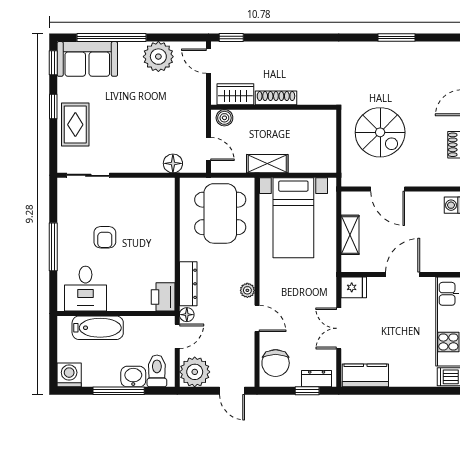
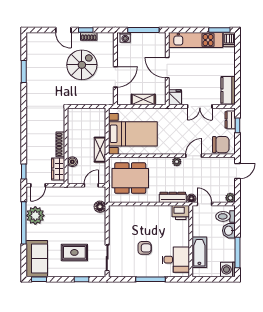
window: (112, 38) -> (24, 223), moved
window: (53, 107) -> (82, 279), moved
boiler: (224, 118) -> (72, 162), moved
rug: (75, 125) -> (74, 252), moved
spiral stairs: (380, 132) -> (82, 65), moved
plant: (195, 372) -> (230, 198), width x0.53, depth x0.53
window: (119, 391) -> (238, 252), moved

